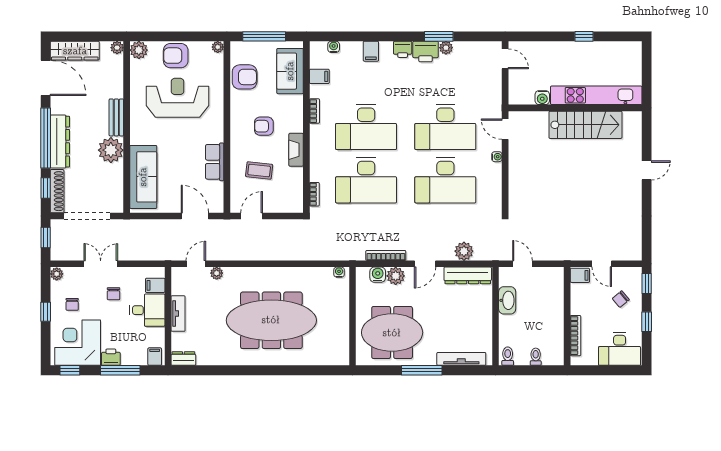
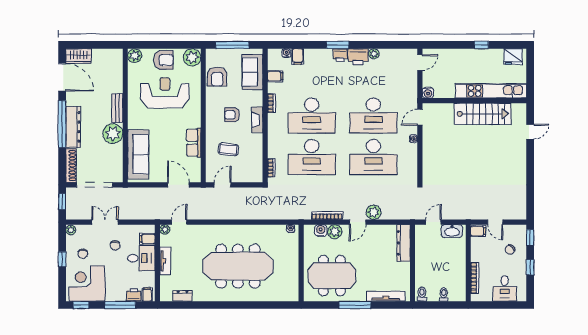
window: (439, 36) -> (338, 45), moved
plant: (218, 47) -> (192, 57), width x1.88, depth x1.88
plant: (117, 48) -> (118, 54), removed
wardrobe: (75, 51) -> (78, 56), width x0.67
filing cabinet: (371, 51) -> (298, 57), moved
fridge: (625, 51) -> (513, 57), added
armchair: (176, 56) -> (163, 60), turned 180
door: (505, 59) -> (420, 62), hinge flipped
armchair: (245, 77) -> (217, 77), turned 90
water cooler: (542, 98) -> (428, 93), moved
door: (505, 129) -> (420, 117), hinge flipped
fireplace: (296, 150) -> (257, 120), moved
door: (647, 170) -> (530, 132), moved
window: (46, 188) -> (62, 163), removed
plant: (464, 251) -> (374, 212), moved
door: (522, 264) -> (433, 222), hinge flipped
plant: (217, 273) -> (165, 229), moved
dresser: (468, 275) -> (403, 243), moved, turned 90
washbasin: (507, 300) -> (452, 231), moved, turned 90
desk: (620, 349) -> (505, 288), width x0.73
printer: (111, 357) -> (134, 295), moved
dresser: (183, 359) -> (182, 296), moved

